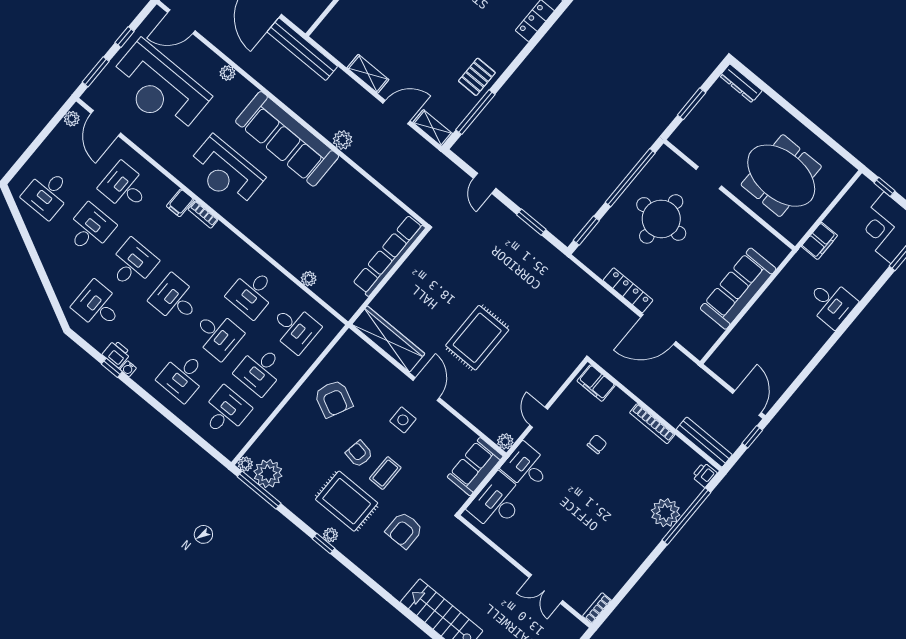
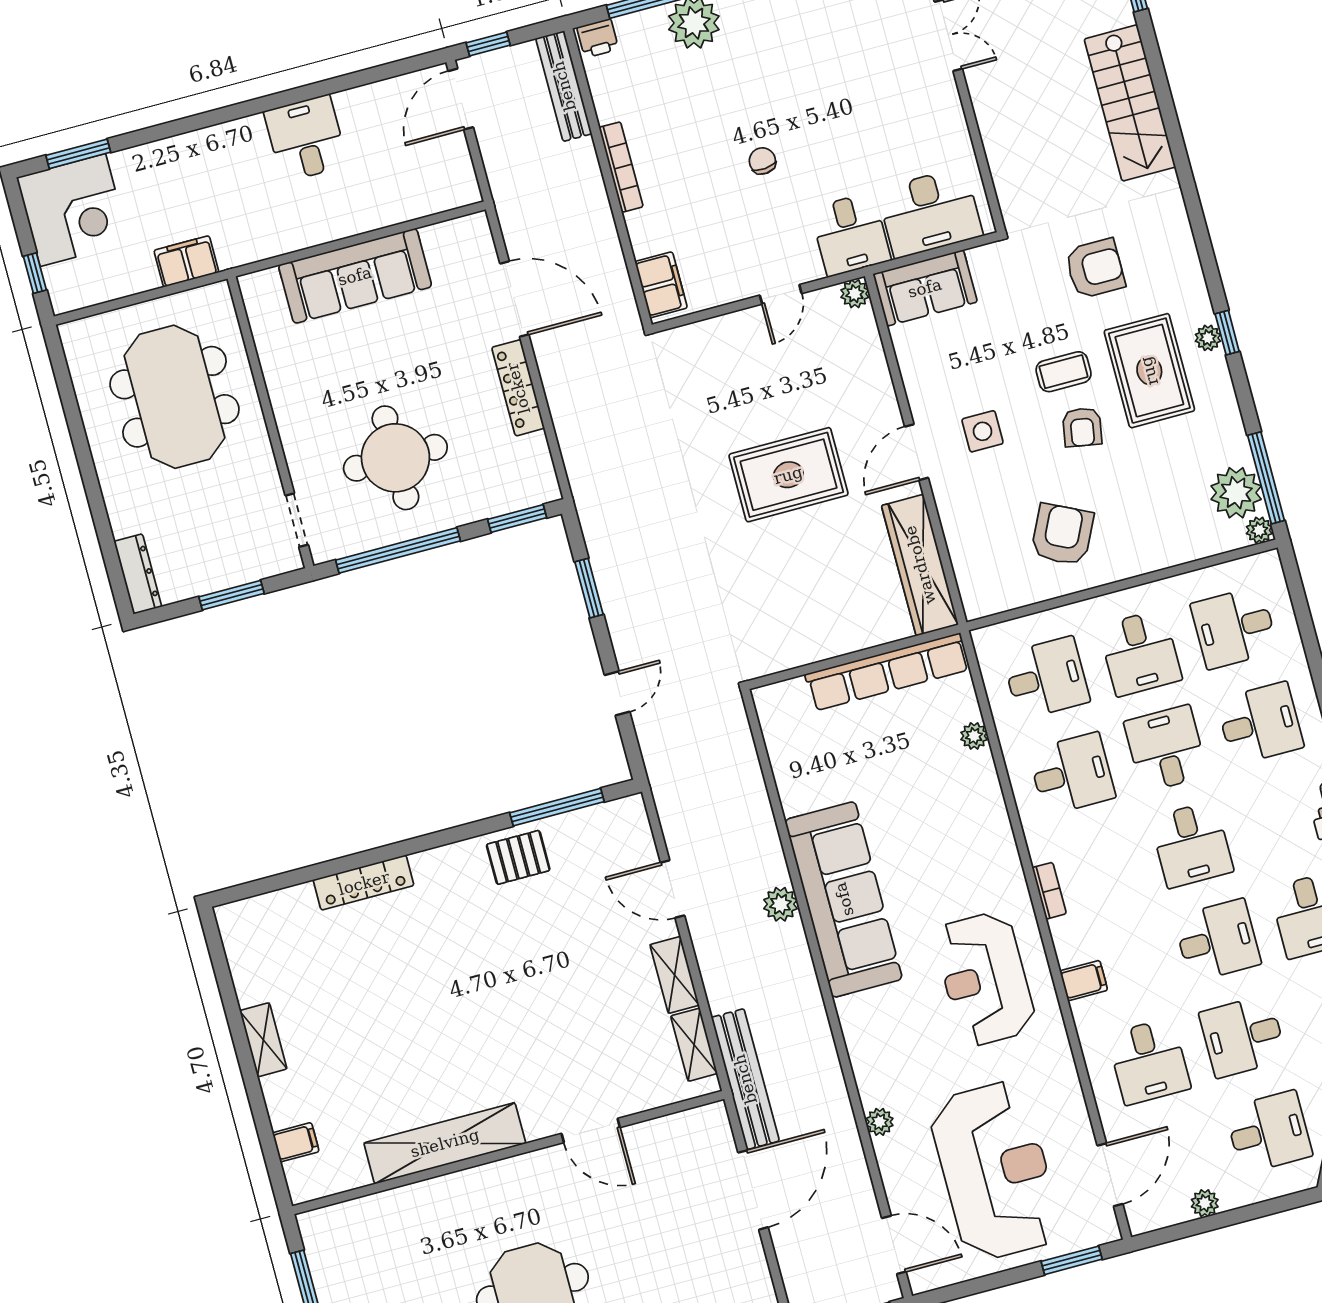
window: (125, 37) -> (993, 1281), removed
plant: (72, 119) -> (1205, 1203), moved
shelving: (433, 128) -> (694, 1045), moved
sofa: (287, 139) -> (844, 899), moved
reception desk: (226, 172) -> (985, 979), turned 180
doorway: (709, 178) -> (297, 520), moved
bookcase: (203, 215) -> (1049, 891), moved
row of seats: (389, 256) -> (887, 672), moved
desk: (132, 264) -> (1217, 940), turned 180
desk: (831, 303) -> (306, 138), moved
desk: (295, 328) -> (1046, 678), turned 90
desk: (260, 370) -> (1140, 653), turned 90
chair: (597, 444) -> (762, 161), moved, turned 85

